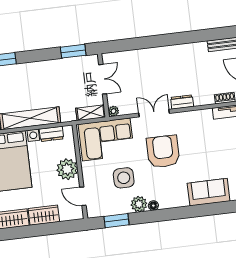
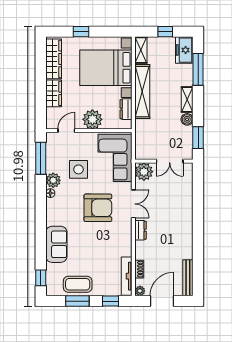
boiler: (55, 66) -> (187, 119), added
plant: (113, 111) -> (144, 172), width x1.88, depth x1.88
shelving: (91, 113) -> (187, 100), moved
window: (116, 221) -> (41, 158), width x1.44

